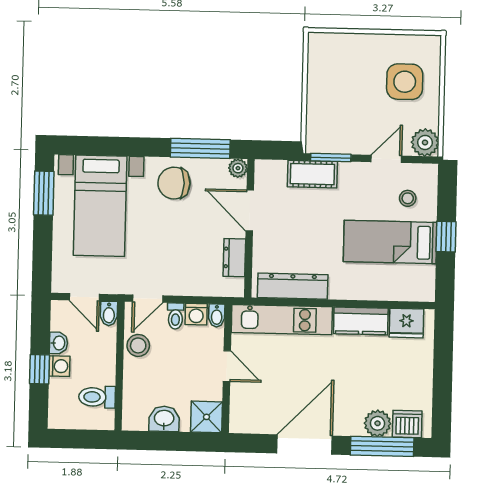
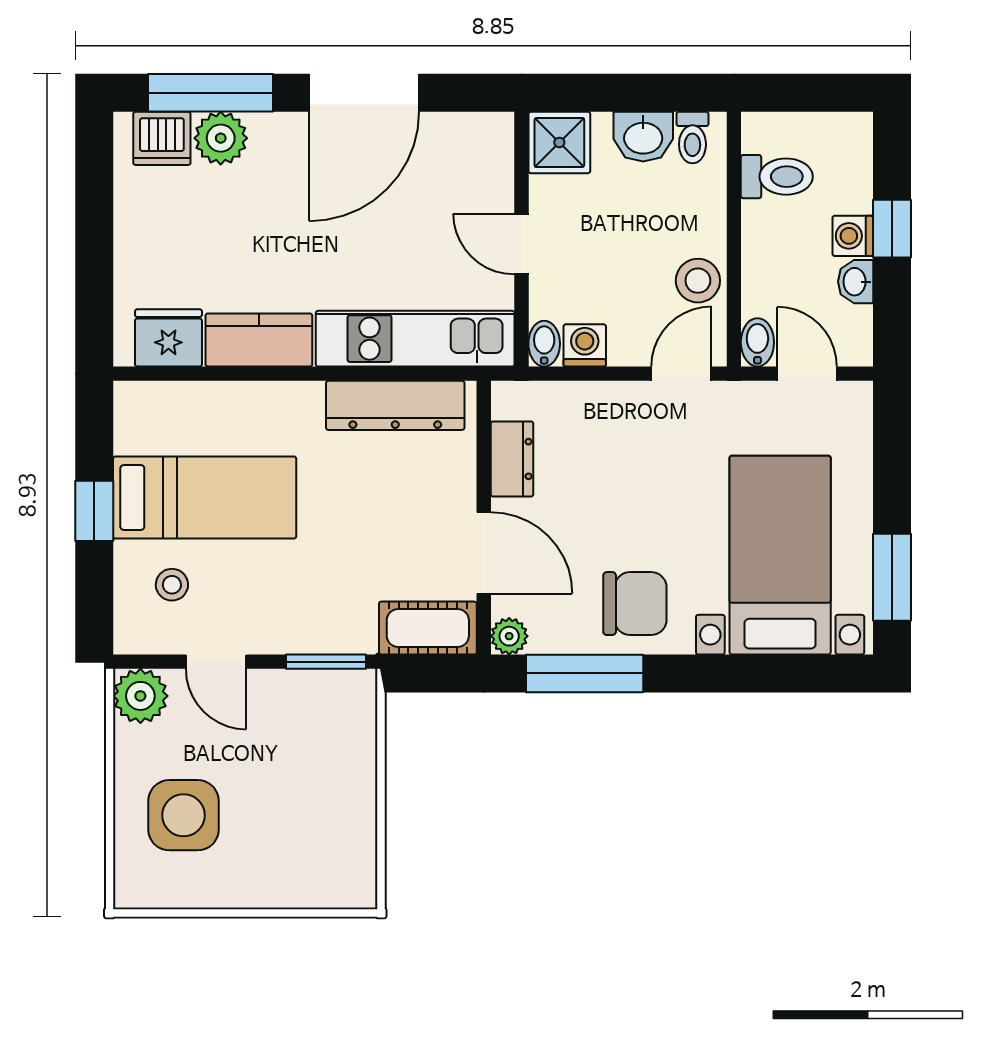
door: (386, 159) -> (216, 662), hinge flipped
cot: (312, 174) -> (428, 628), moved
toilet: (175, 316) -> (692, 138), moved, turned 180

